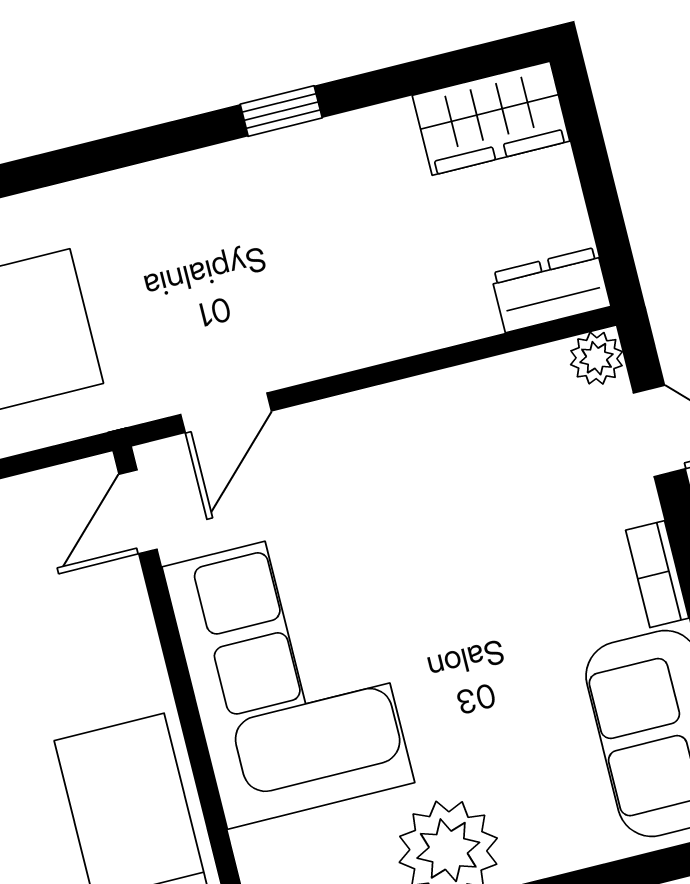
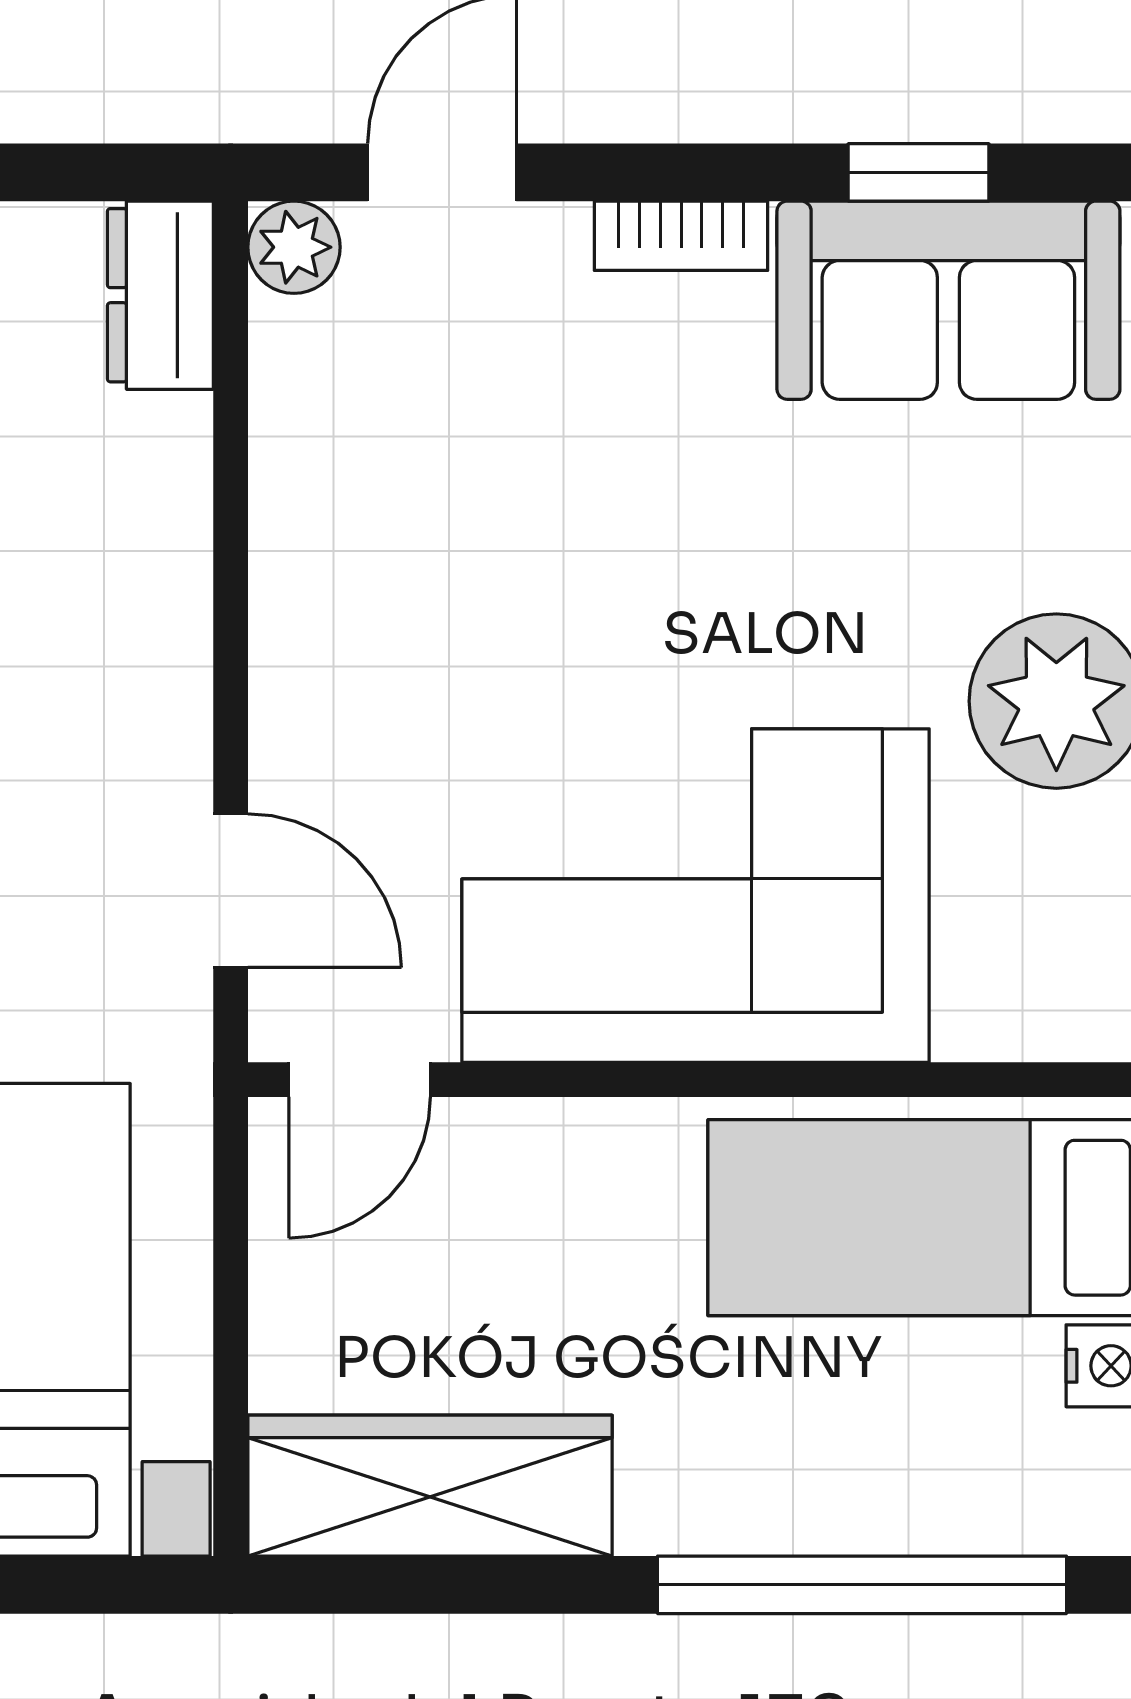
door: (138, 512) -> (360, 1080), hinge flipped

